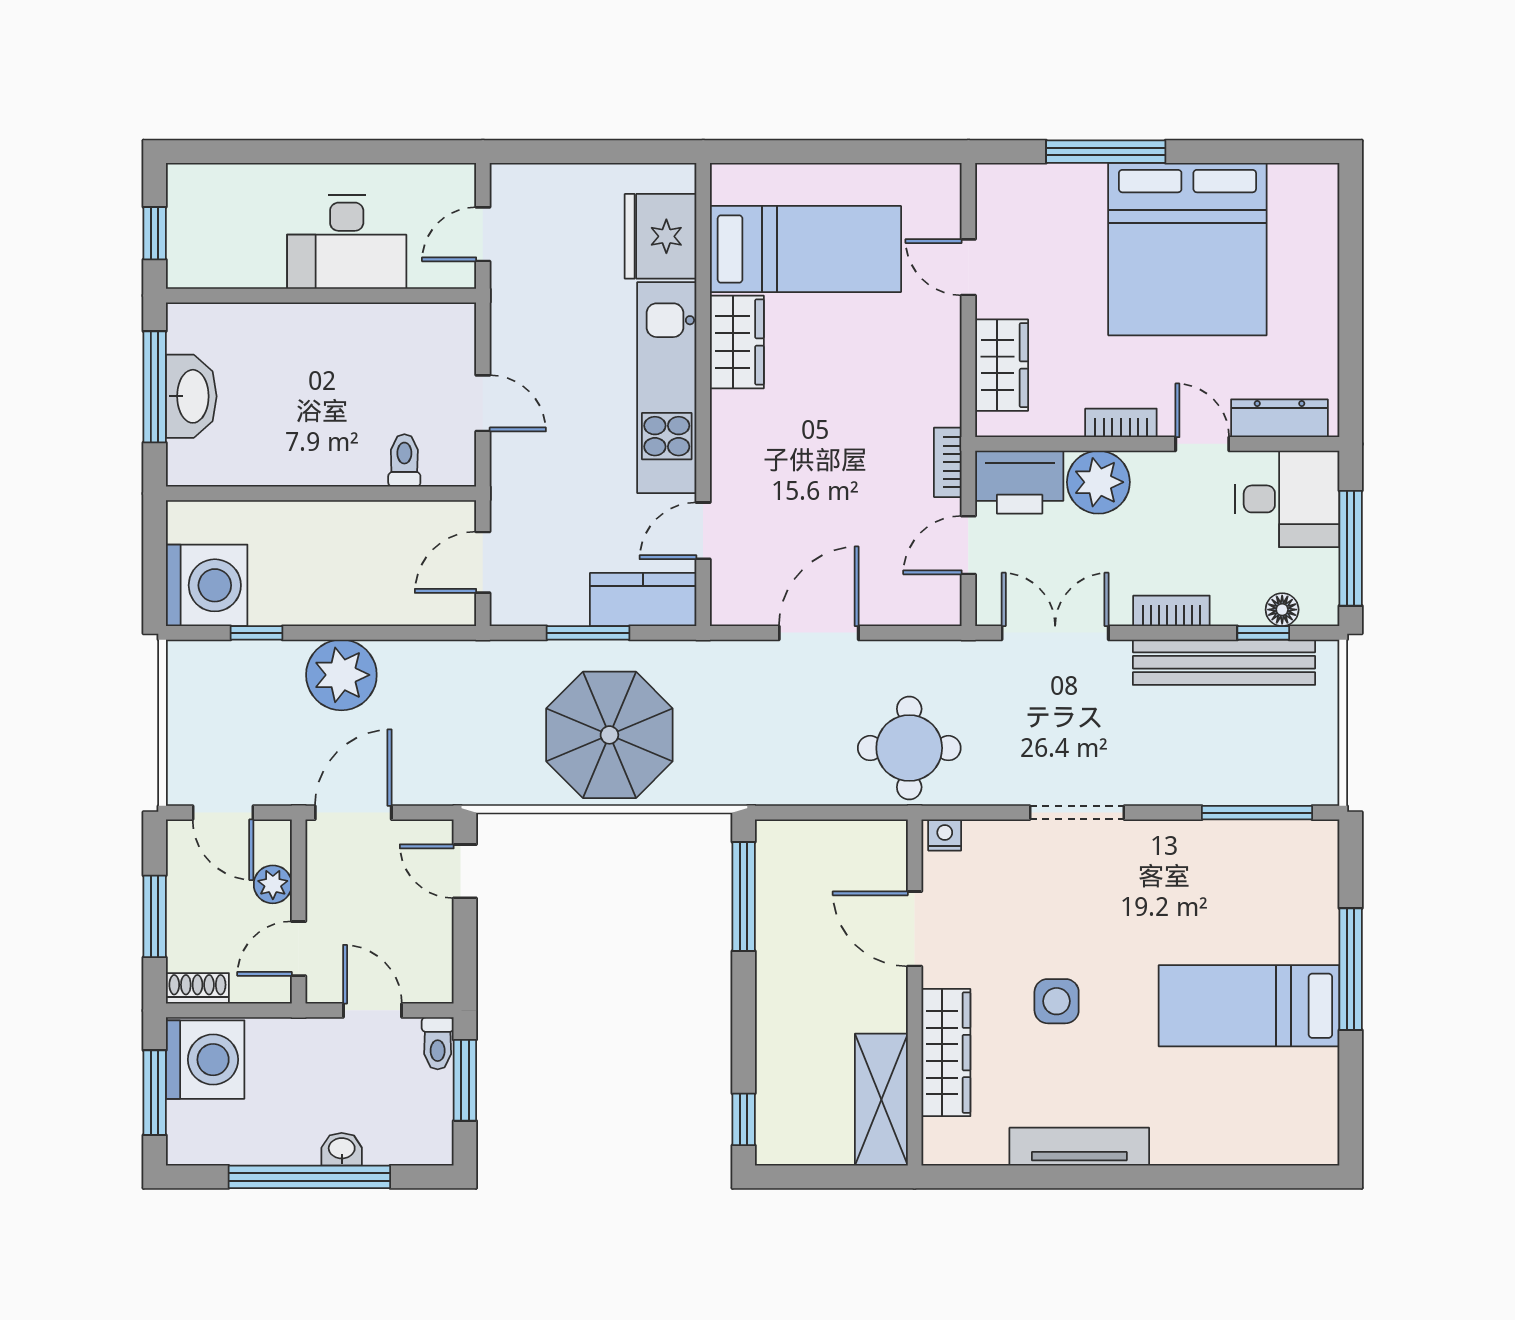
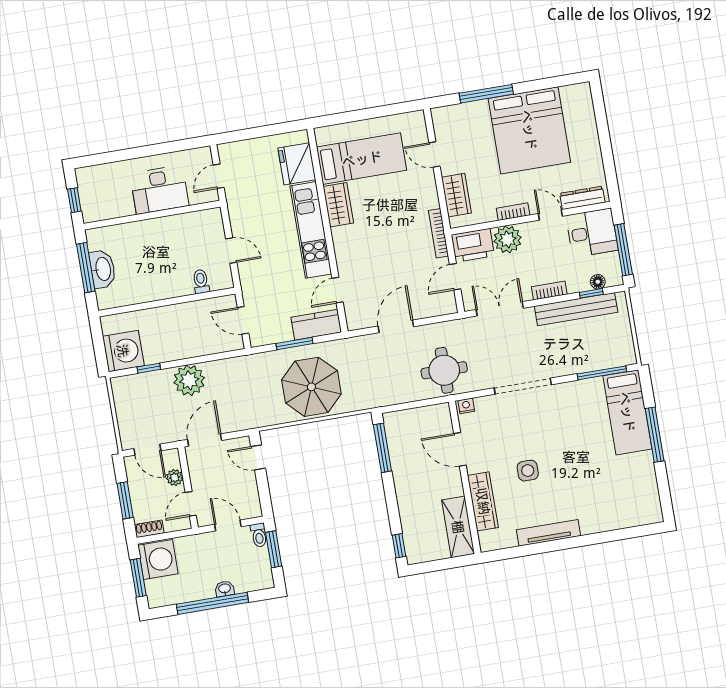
bookcase: (948, 462) -> (438, 233), width x1.56
door: (483, 562) -> (243, 320), hinge flipped
doorway: (1077, 813) -> (523, 386), width x1.36
bed: (1249, 1006) -> (627, 412), moved, turned -90

